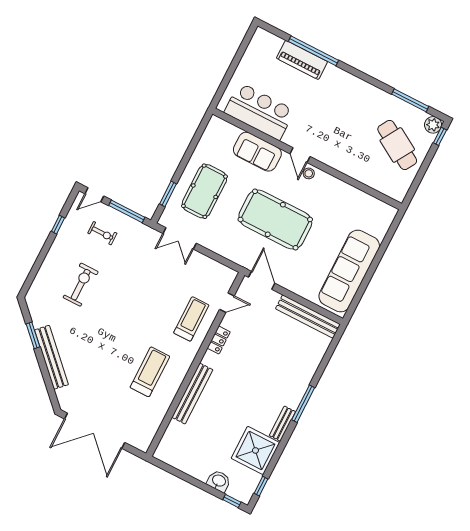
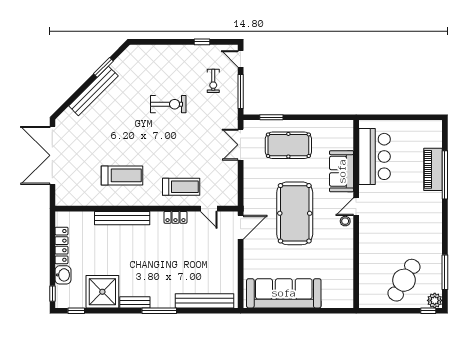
exercise bike: (81, 285) -> (168, 104), moved
bench: (308, 316) -> (205, 301), moved, turned 90
locker: (189, 468) -> (61, 245), added

